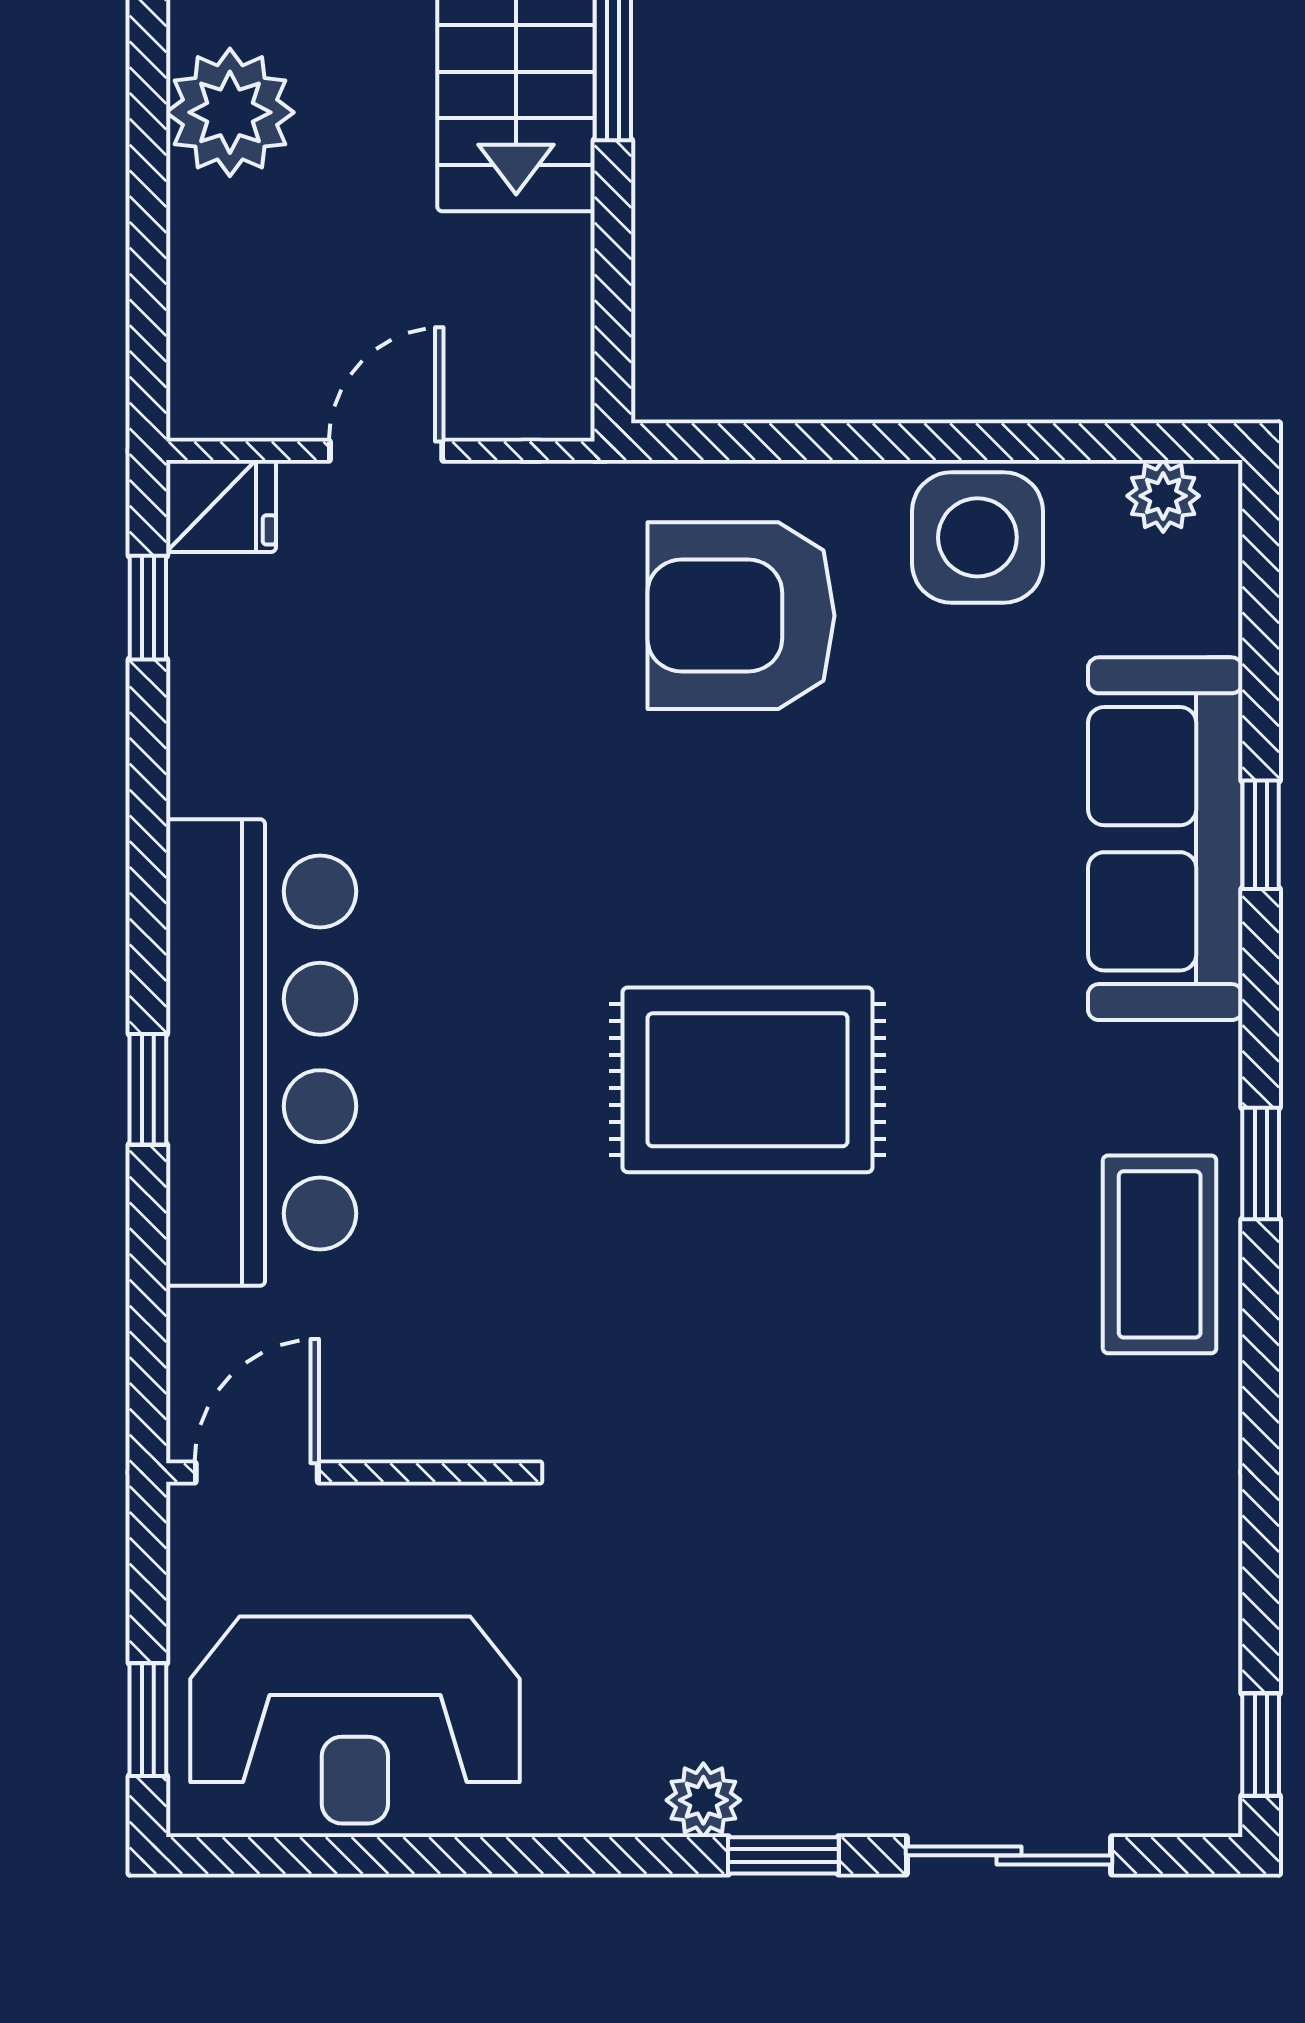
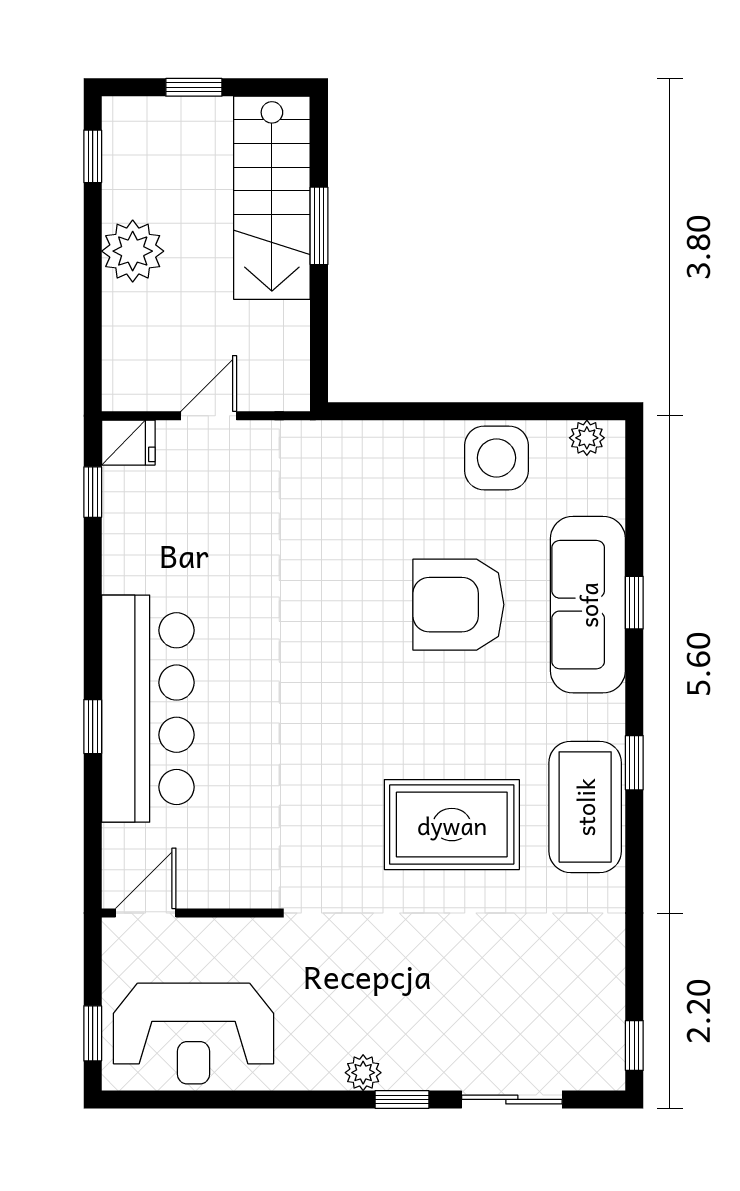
armchair: (741, 616) -> (458, 605), moved
rug: (748, 1080) -> (452, 825), moved
coffee table: (1160, 1254) -> (585, 807), width x1.36, depth x1.32

